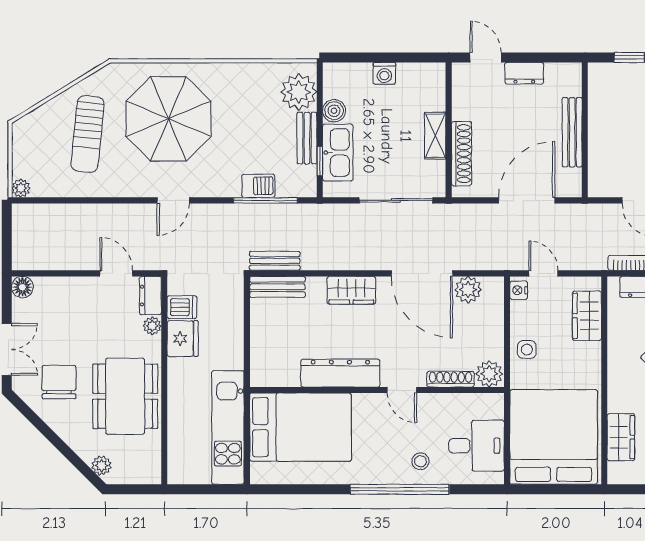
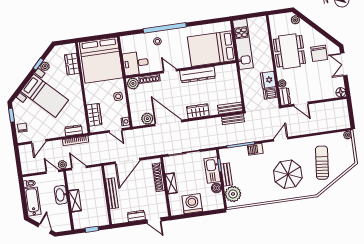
washing machine: (384, 73) -> (192, 204), width x1.89, depth x1.89
parasol: (169, 119) -> (288, 174), width x0.73, depth x0.73
barbecue: (258, 186) -> (255, 149), moved
desk: (476, 446) -> (136, 63), moved

